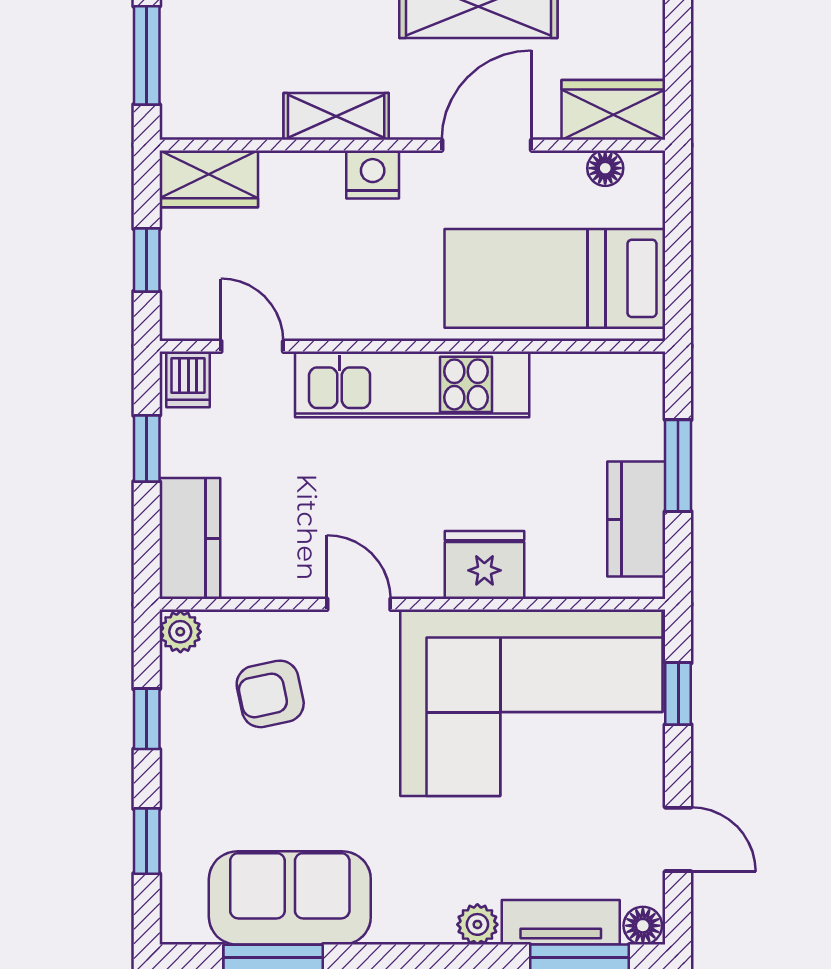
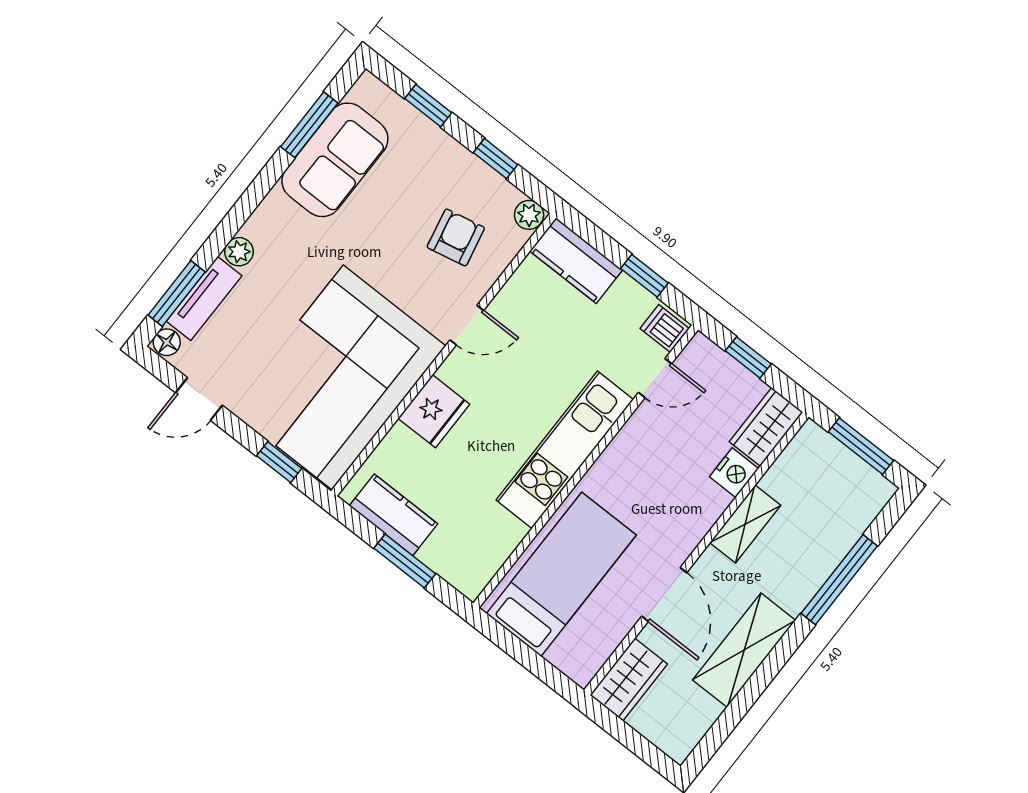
floor lamp: (605, 168) -> (600, 650), removed
nightstand: (373, 174) -> (734, 473), moved

